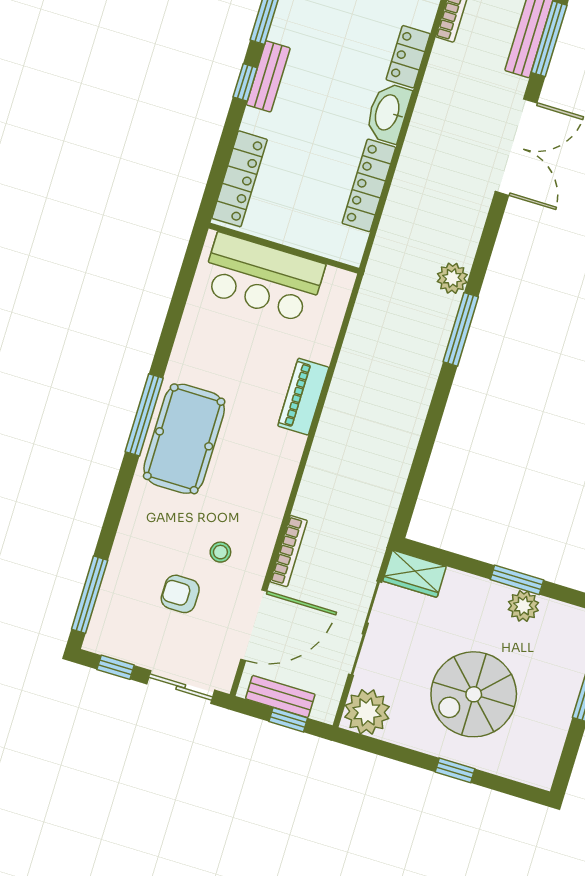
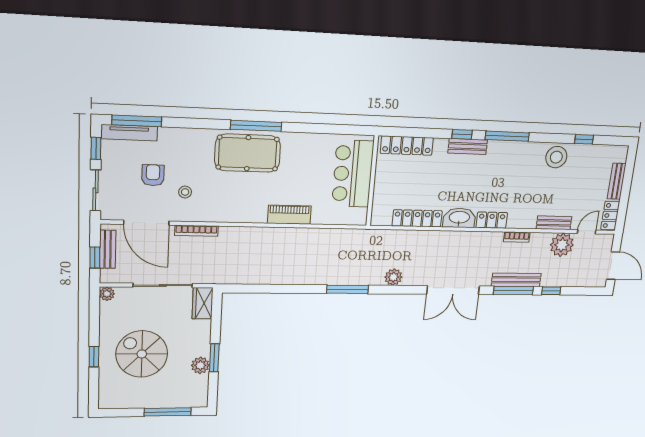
plant: (452, 278) -> (393, 277), moved
tv unit: (105, 611) -> (129, 133), added
plant: (367, 712) -> (107, 294), width x0.53, depth x0.53

